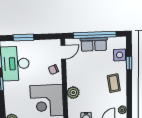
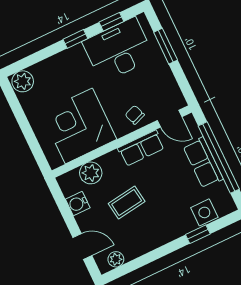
row of seats: (72, 74) -> (141, 148), added
coffee table: (114, 83) -> (127, 203), moved
plant: (73, 93) -> (91, 173), moved

